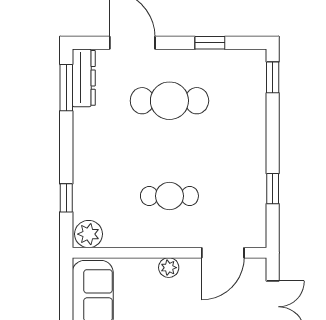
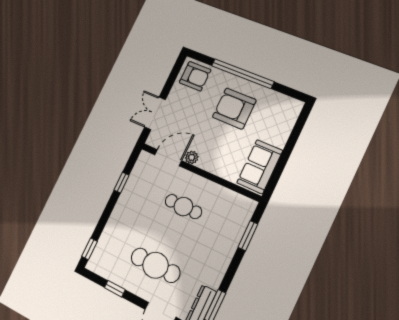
window: (66, 198) -> (248, 236), width x1.50
plant: (89, 234) -> (244, 206), removed
plant: (169, 268) -> (192, 157), moved

